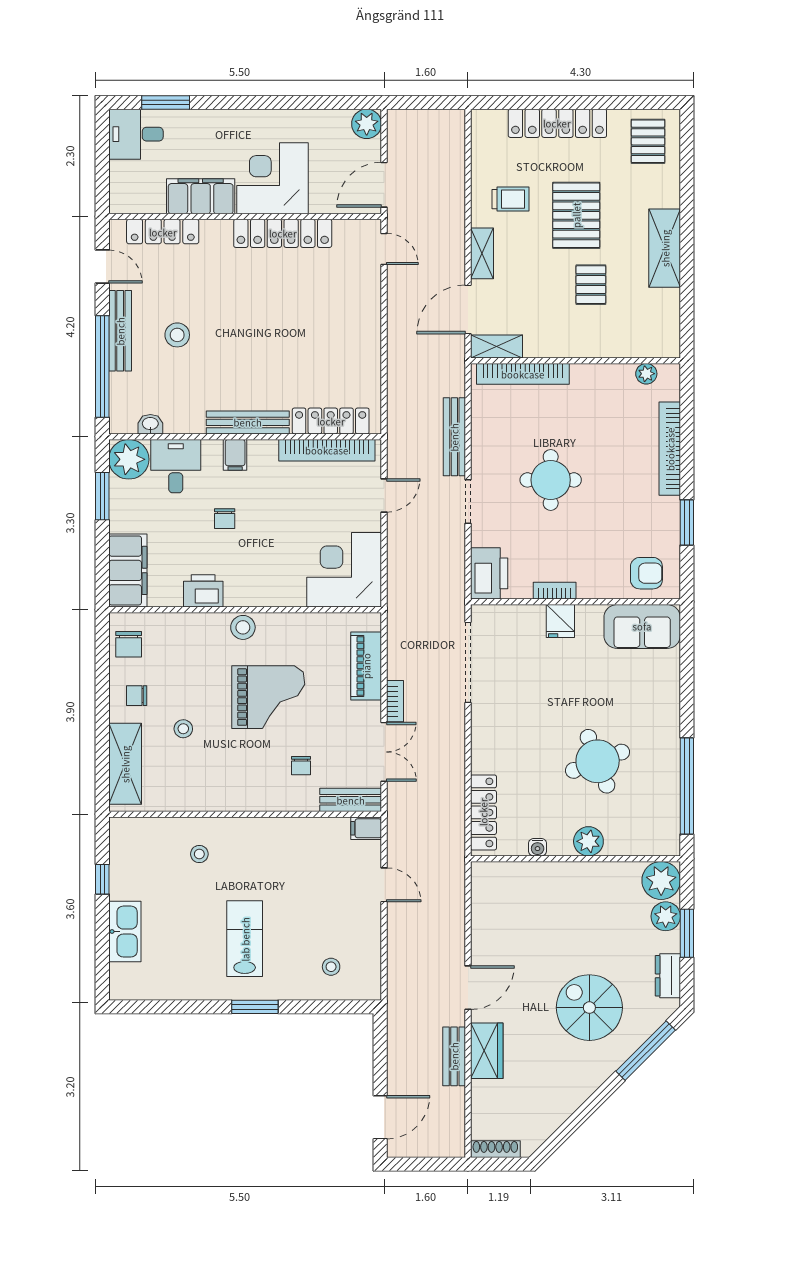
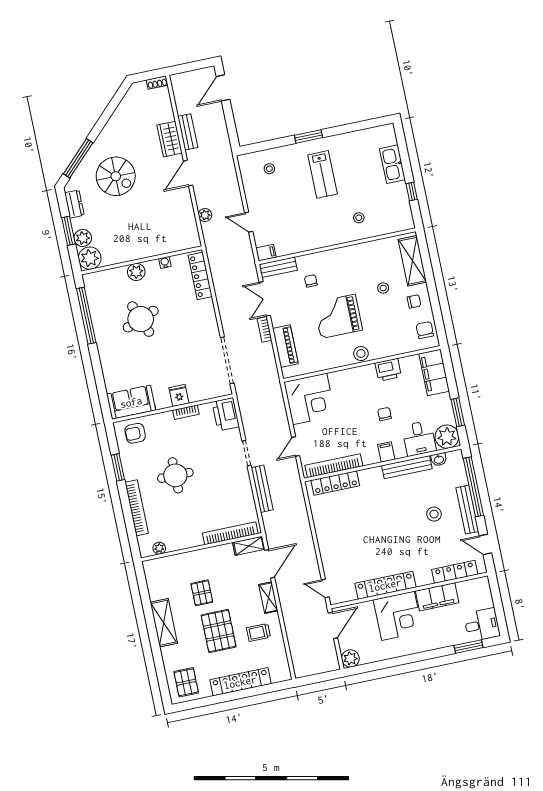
bench: (248, 422) -> (407, 467), moved
round table: (551, 480) -> (175, 475), moved
plant: (454, 912) -> (205, 215), added
shoe rack: (495, 1149) -> (157, 83), width x0.70

